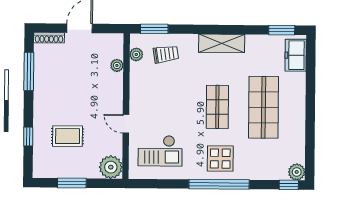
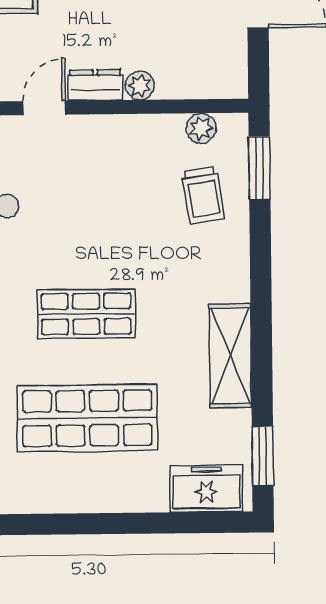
shelving: (222, 43) -> (230, 356), moved
plant: (117, 65) -> (140, 86), moved
dresser: (116, 101) -> (95, 85), added

